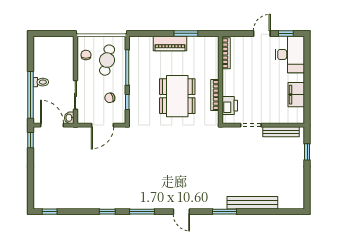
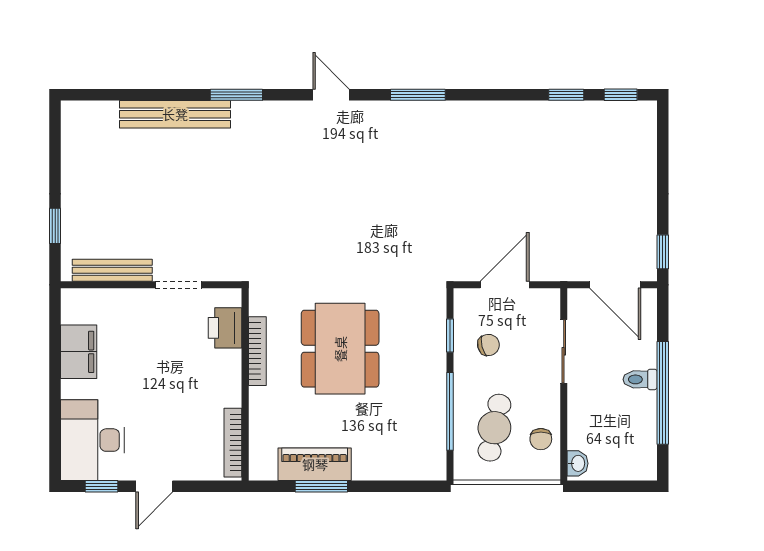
piano: (170, 43) -> (315, 464), moved
window: (30, 95) -> (663, 393), moved
washbasin: (69, 118) -> (577, 463), moved
window: (107, 212) -> (566, 95), moved

